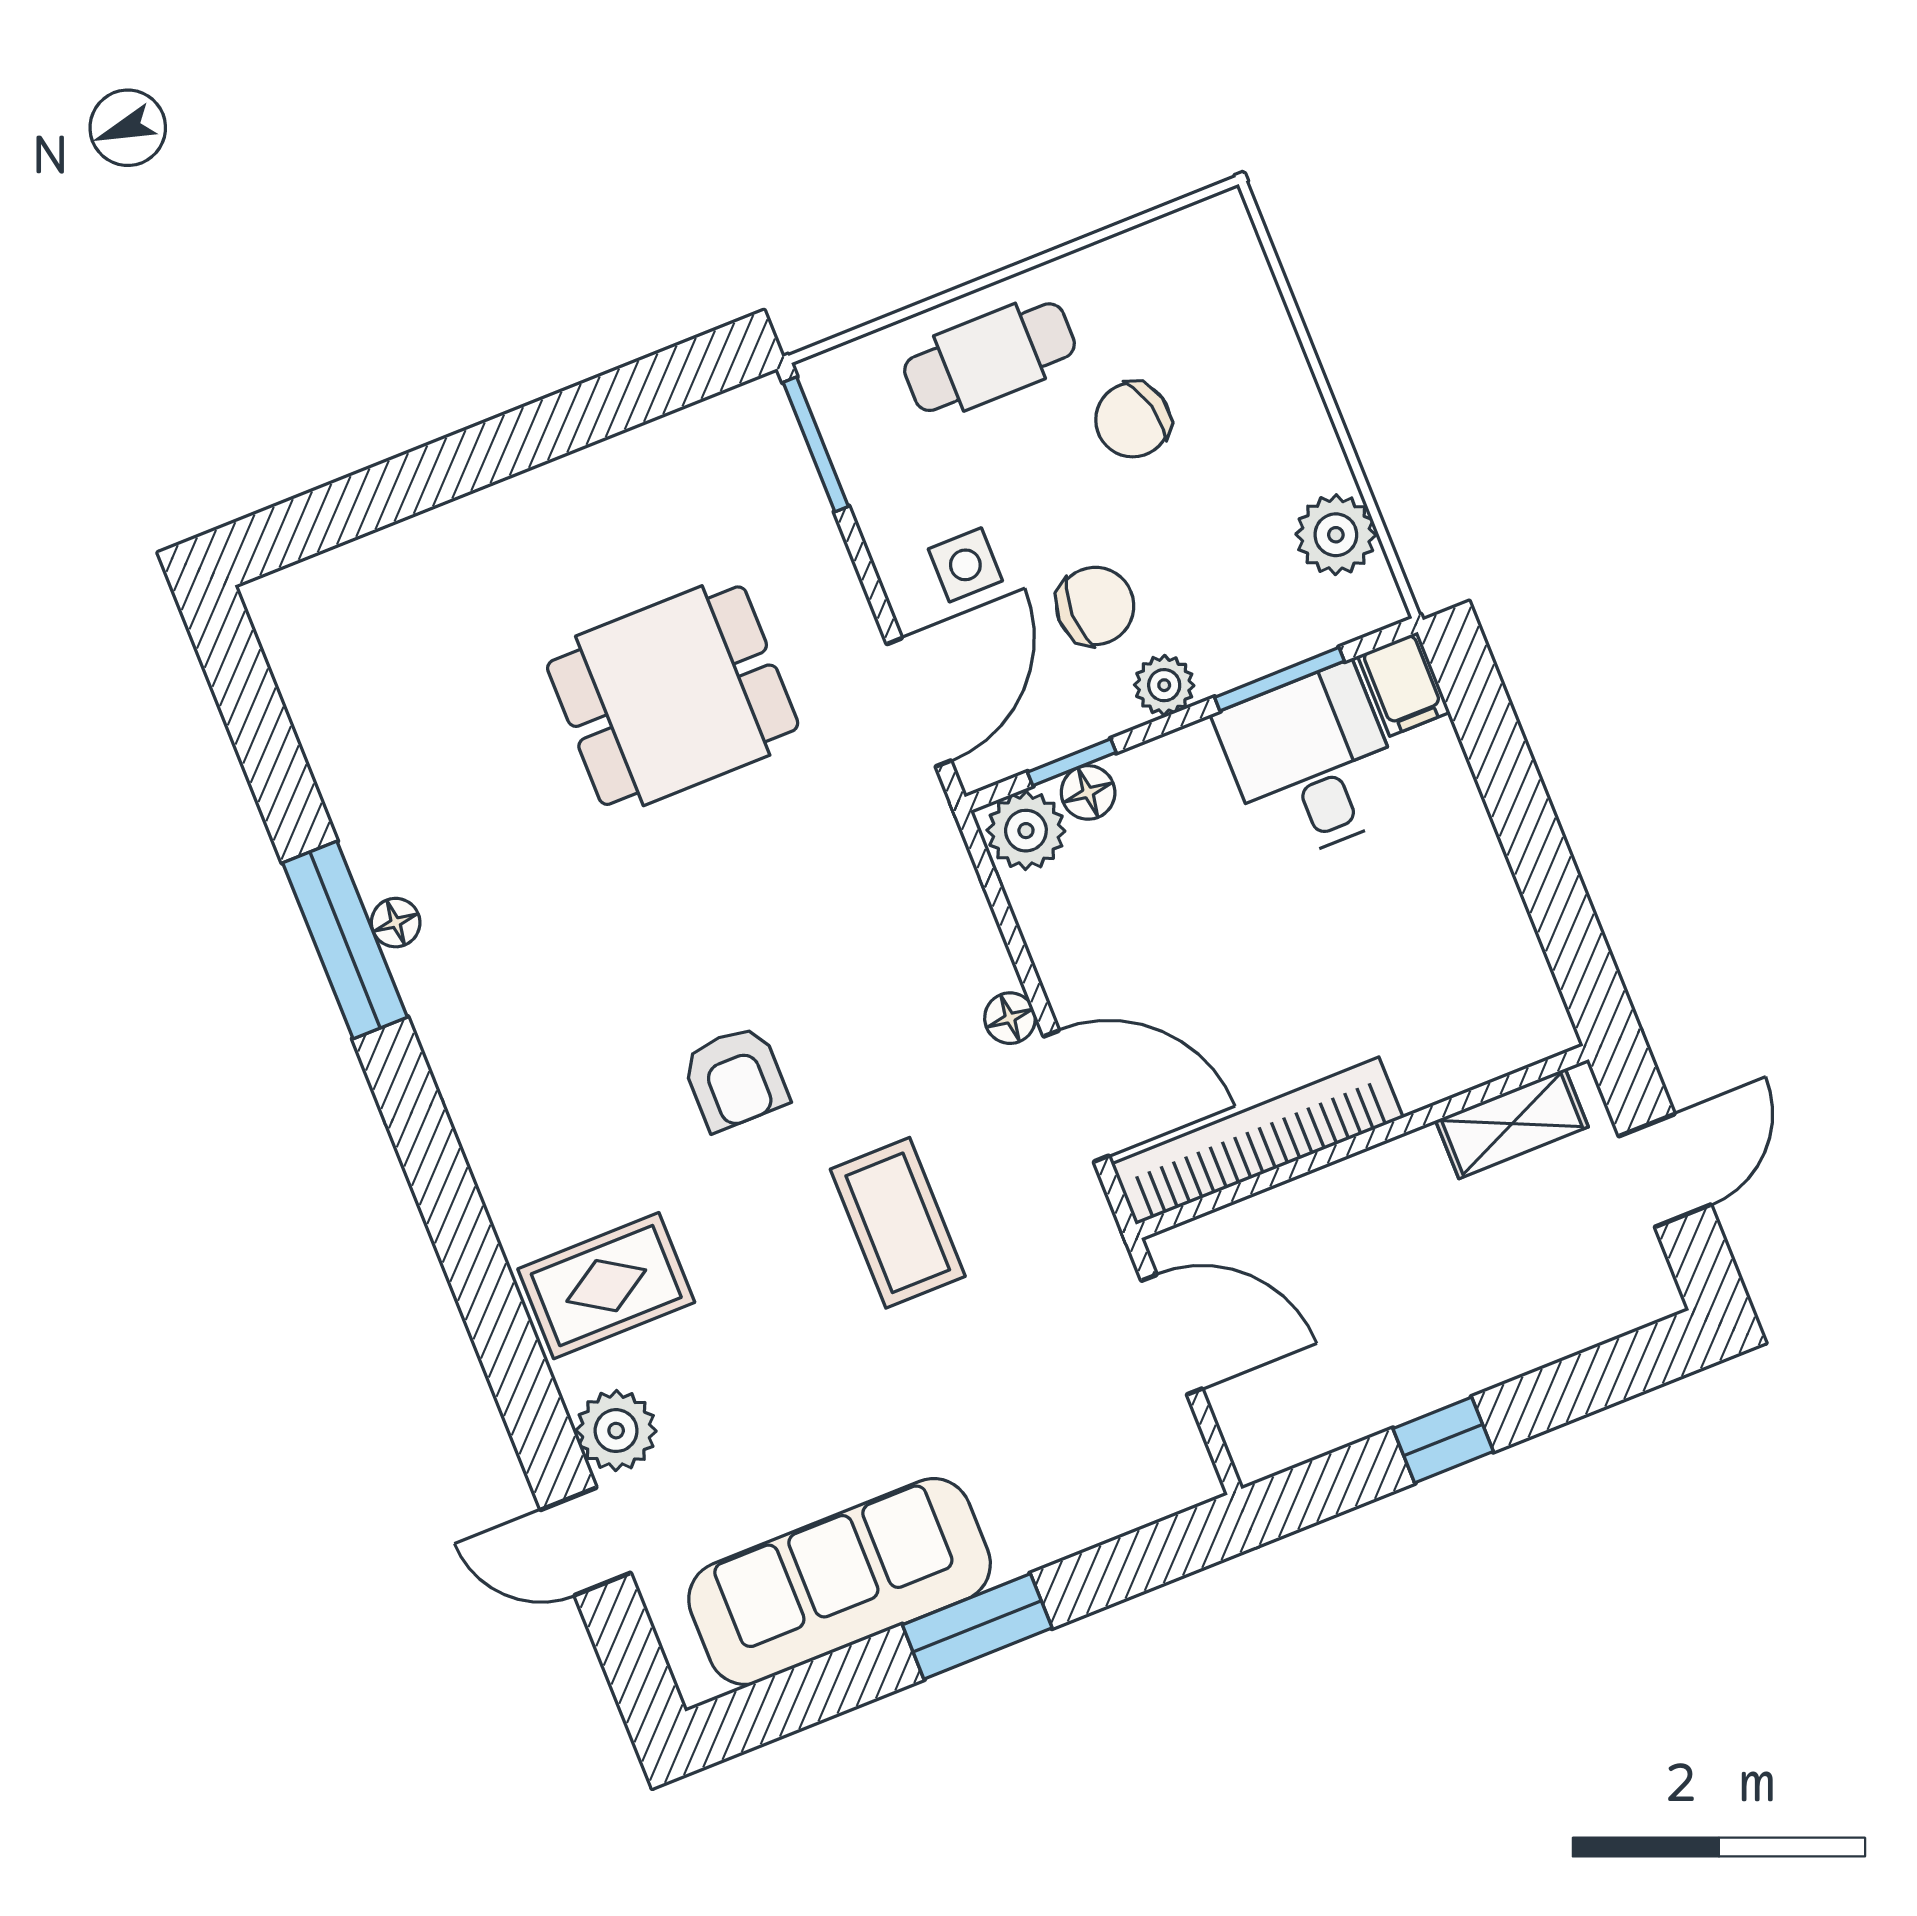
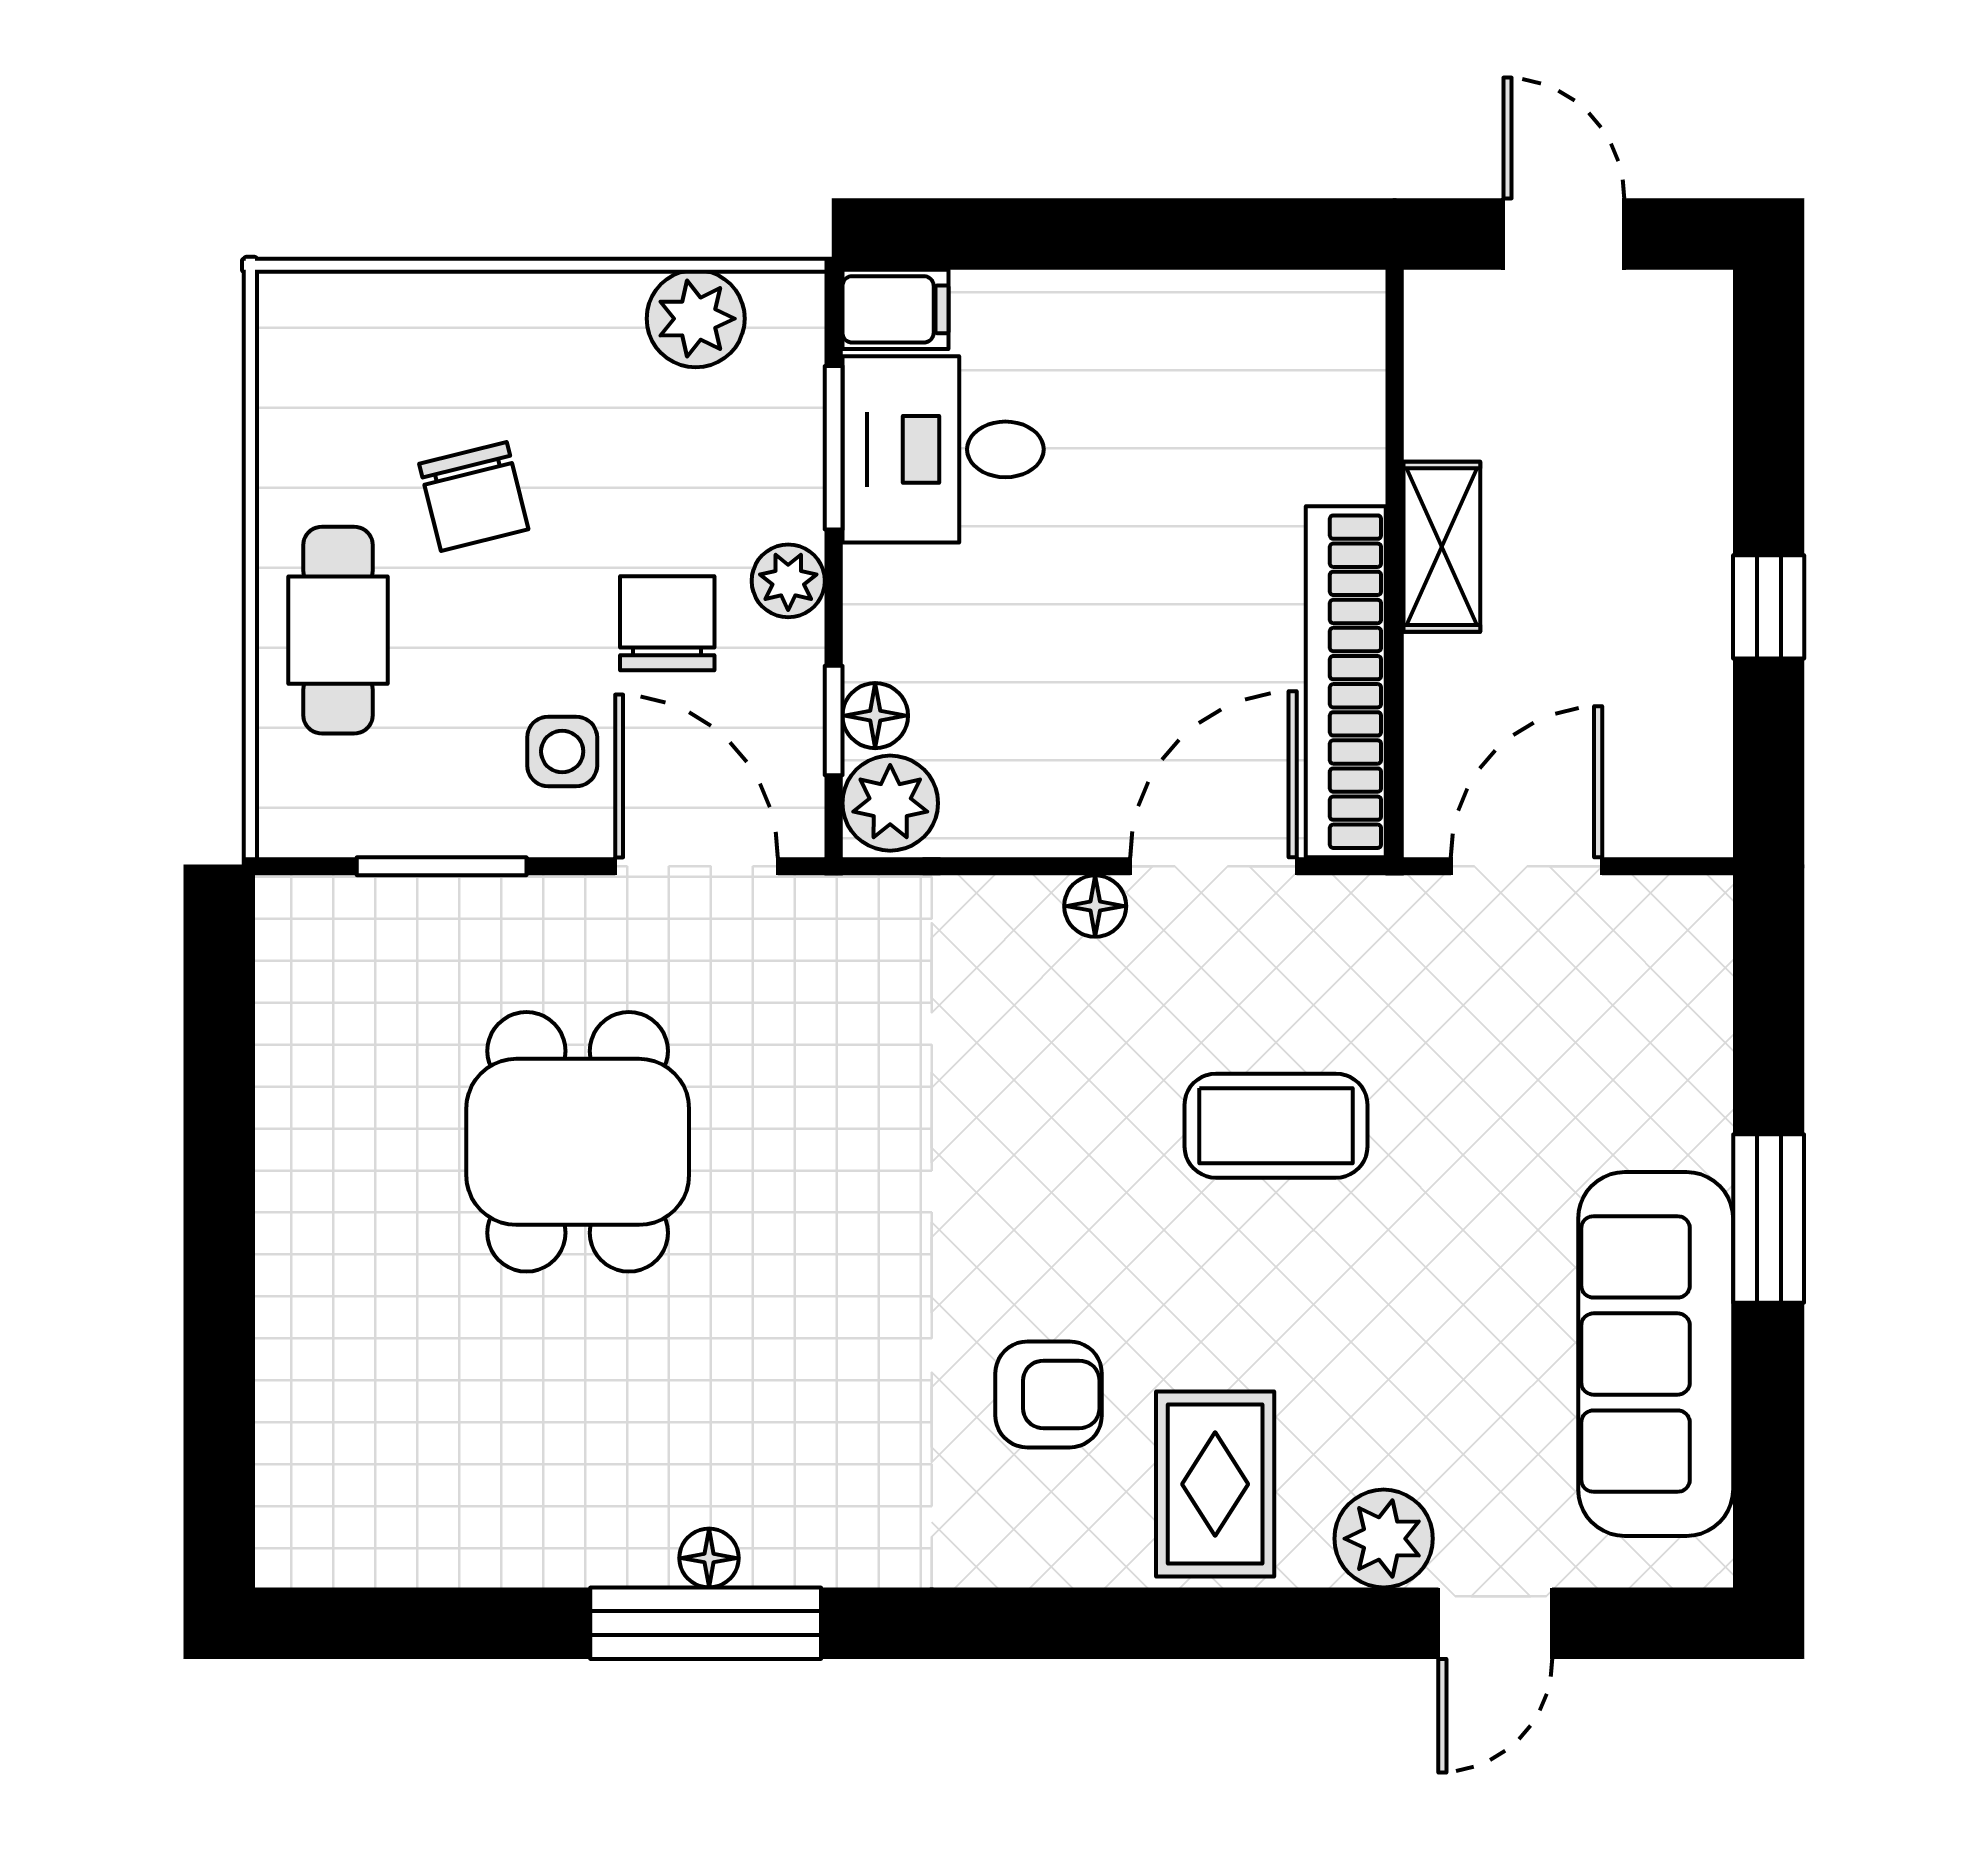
window: (816, 444) -> (442, 866), moved
armchair: (735, 1078) -> (1049, 1394), moved
shelving: (1512, 1124) -> (1442, 547), moved

